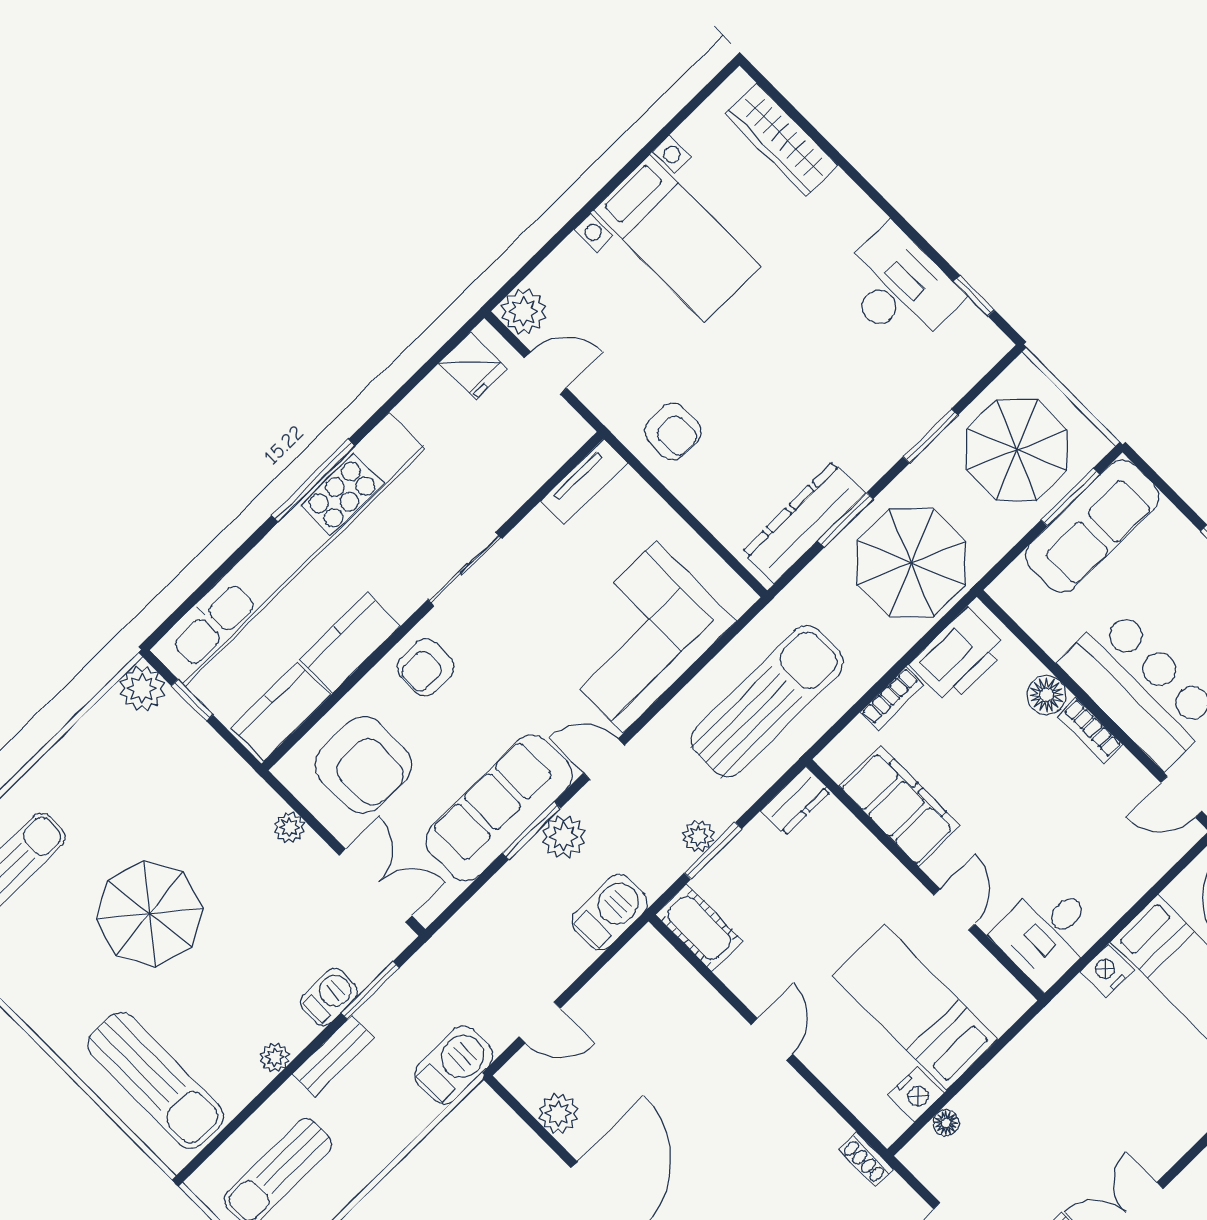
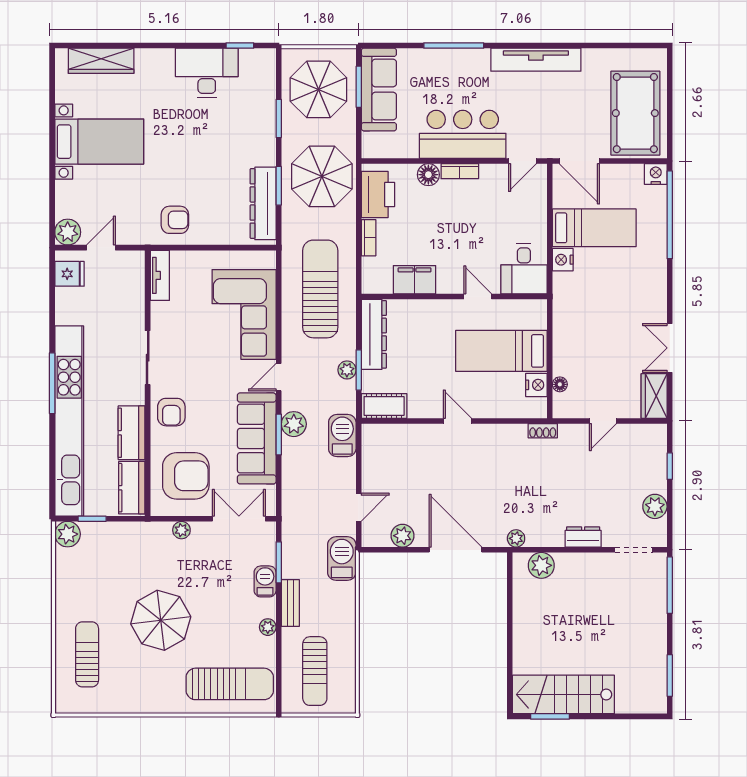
dresser: (795, 801) -> (374, 334), width x1.96, depth x1.24
filing cabinet: (899, 806) -> (415, 280), width x0.67, depth x0.86

